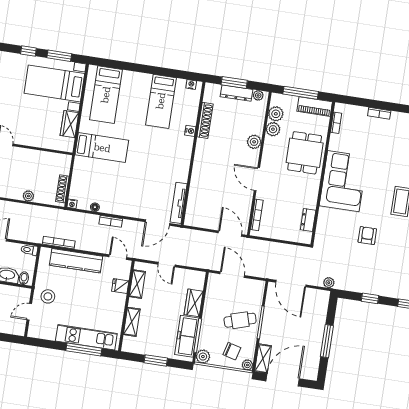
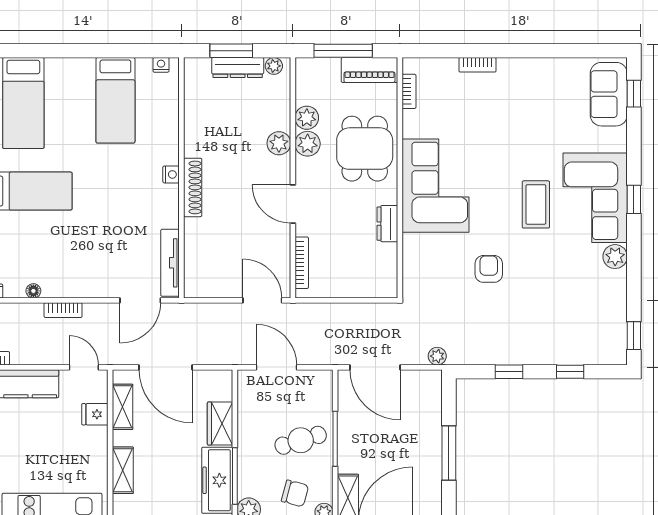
plant: (276, 114) -> (308, 144), moved
shoe rack: (205, 120) -> (193, 187), moved
nightstand: (190, 131) -> (171, 174), moved
dresser: (308, 220) -> (387, 224), moved
door: (166, 265) -> (166, 367), width x1.88

